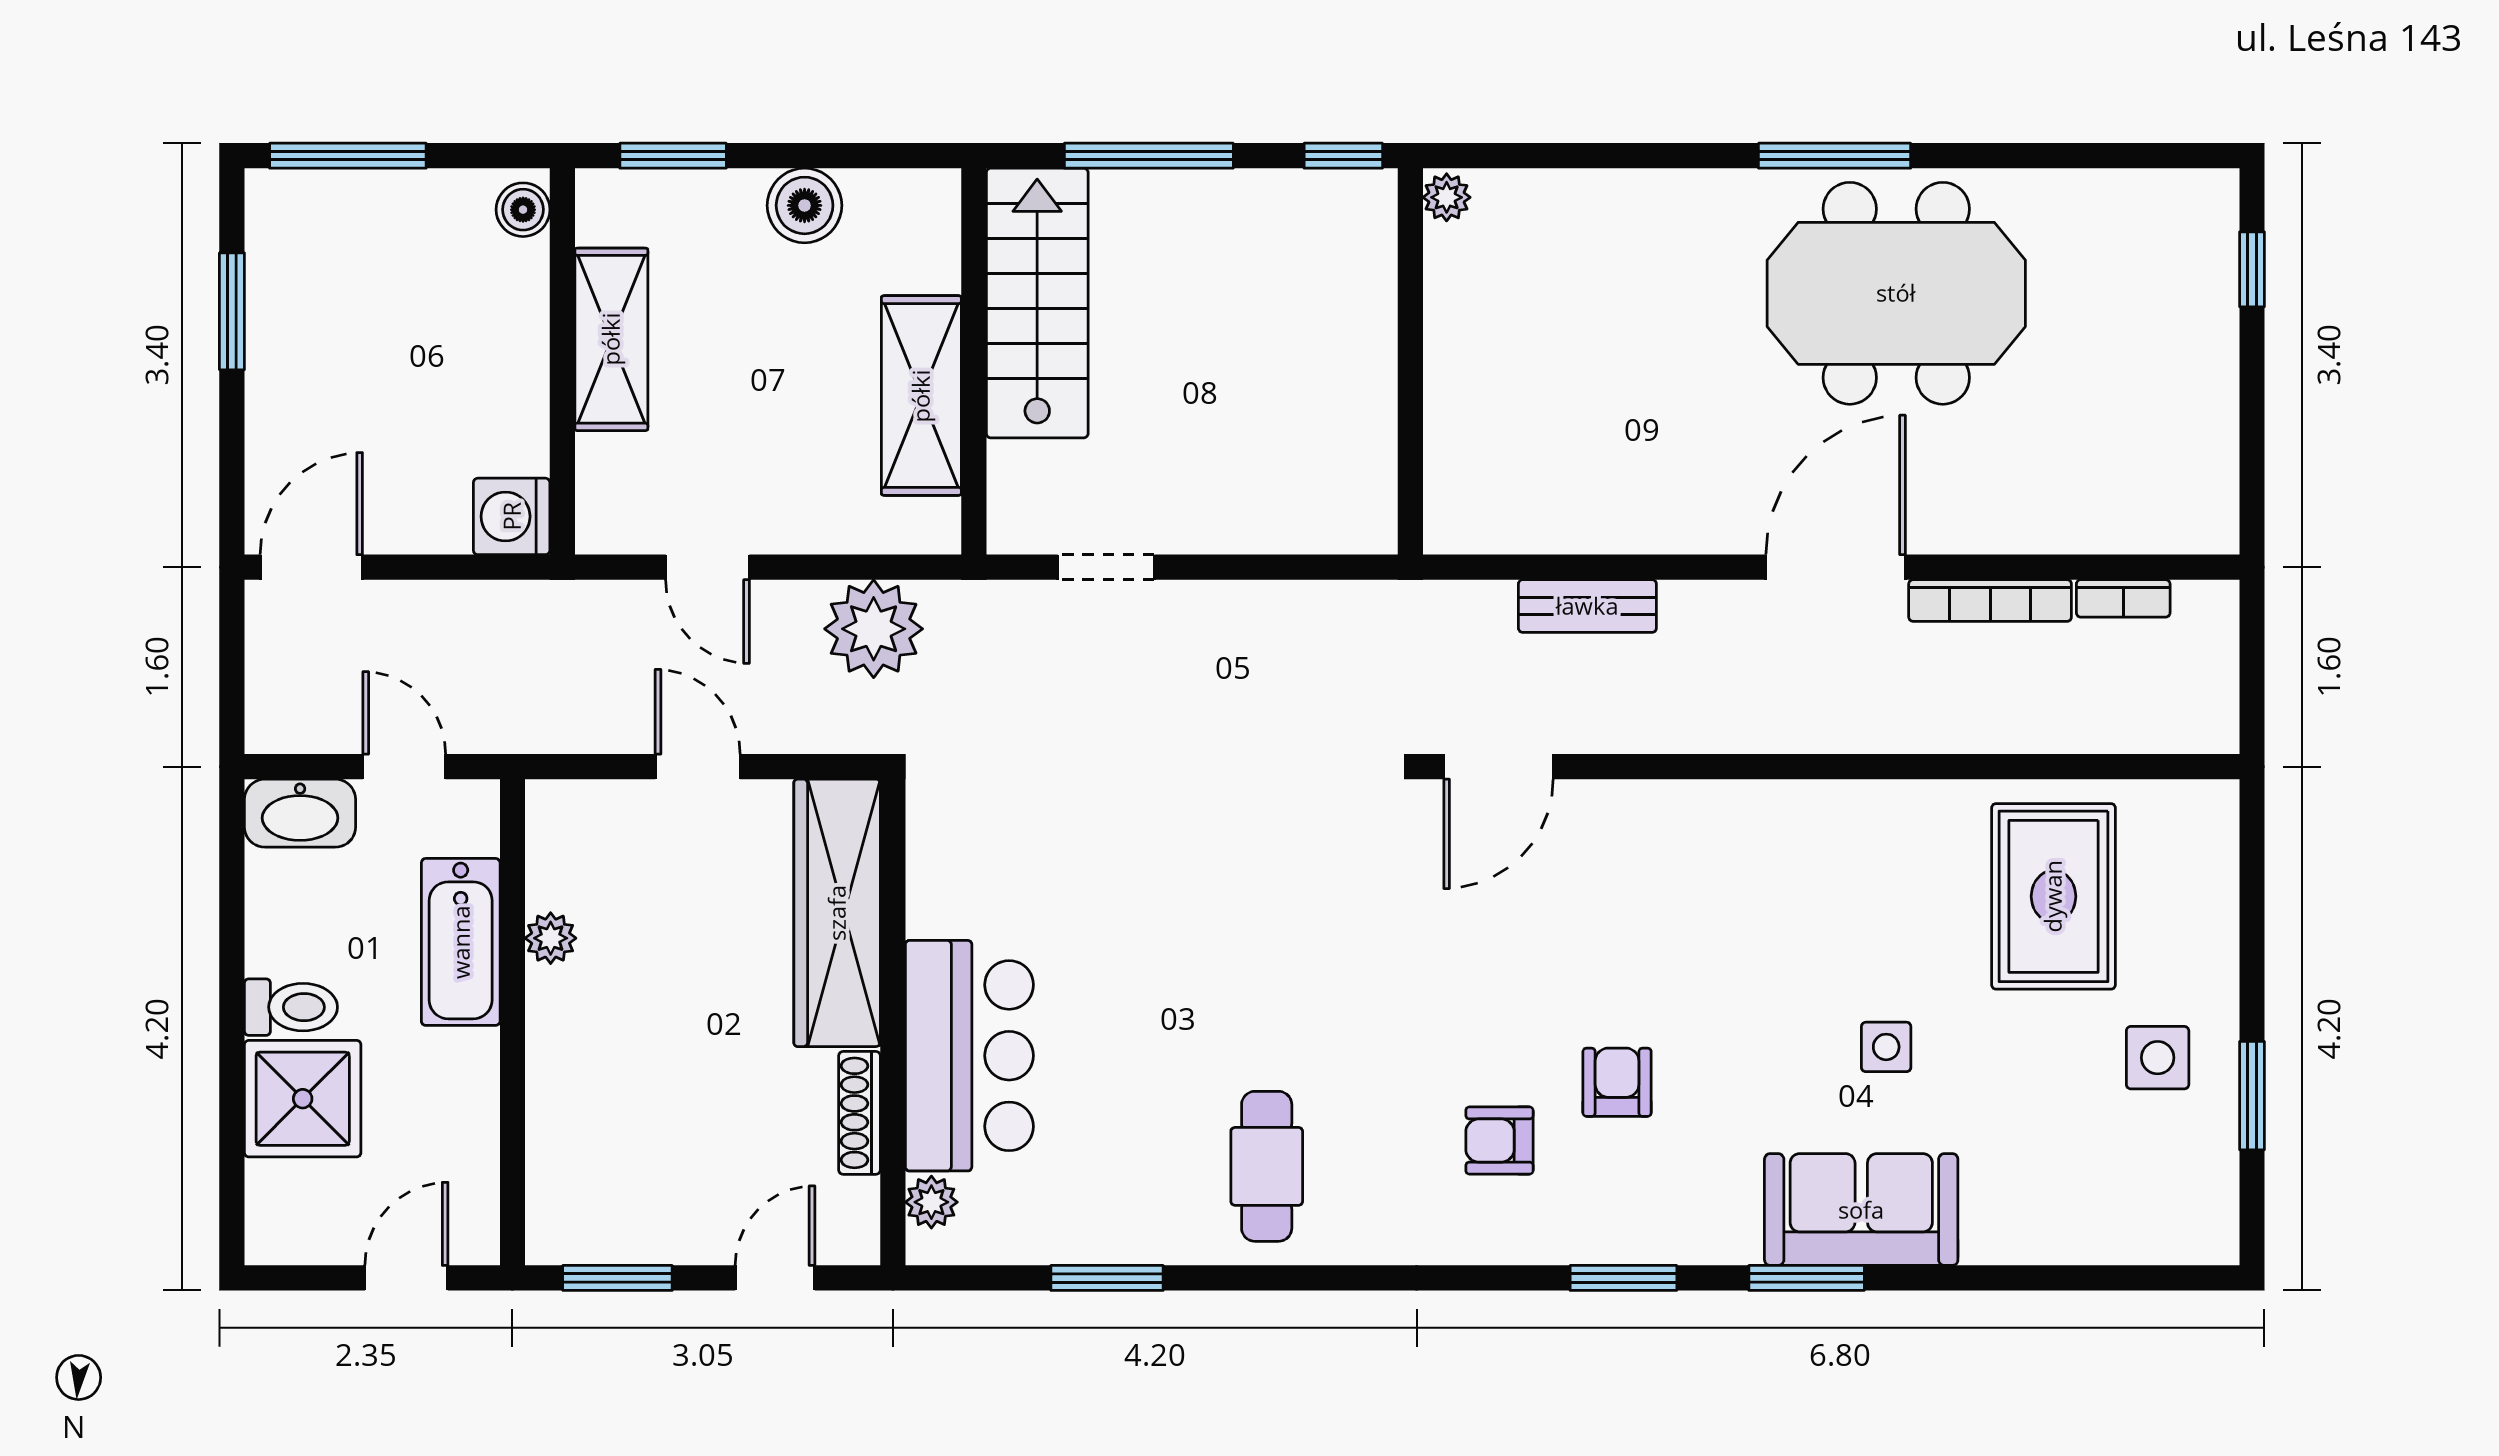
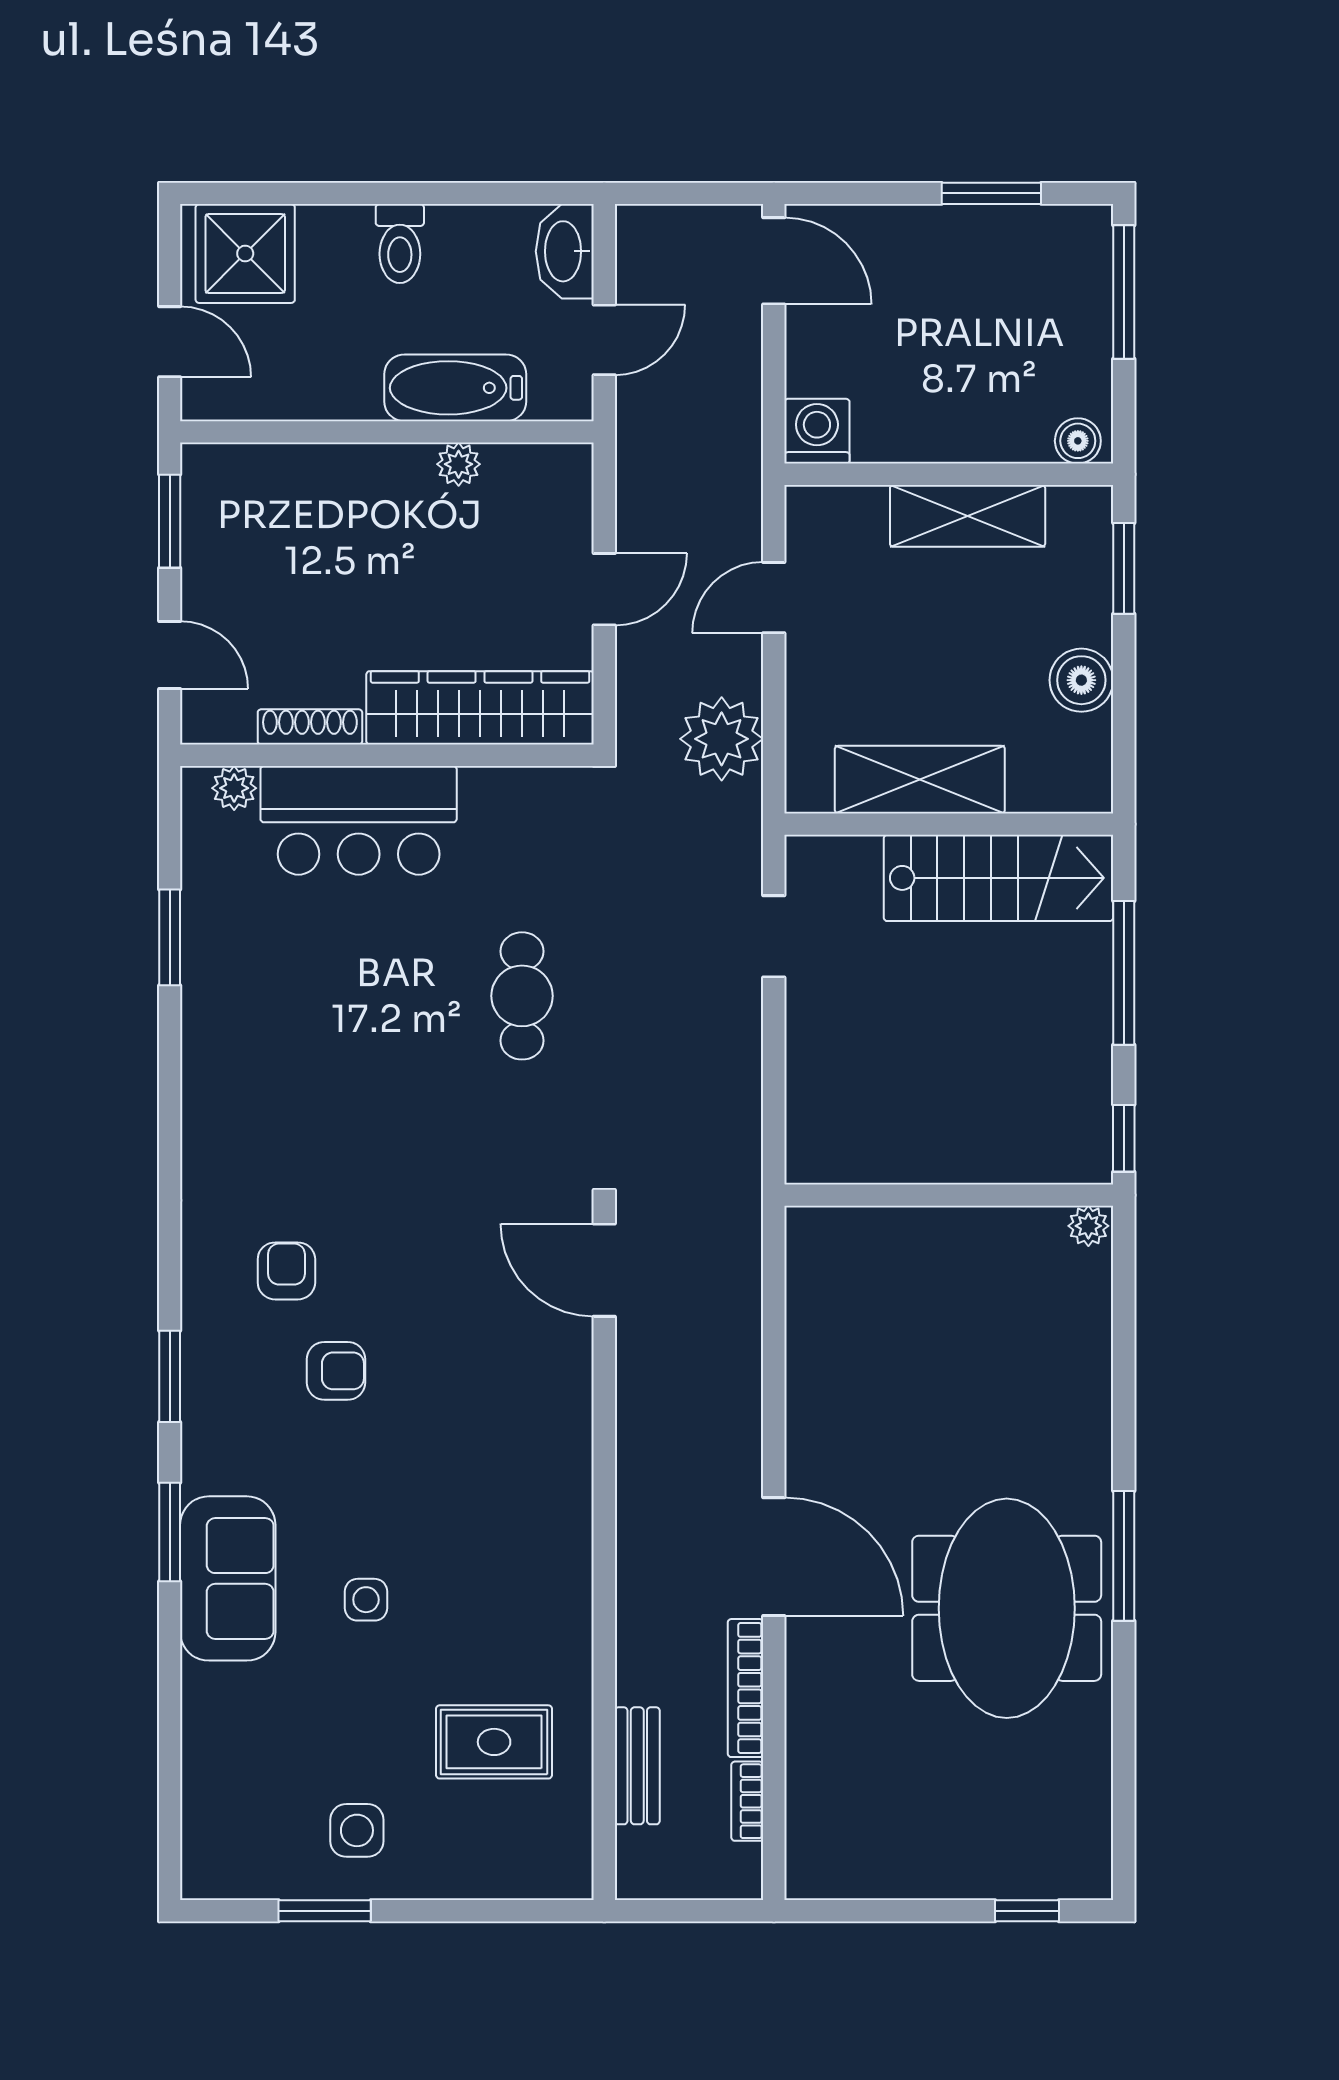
bench: (1587, 606) -> (637, 1766), moved
rug: (2053, 896) -> (494, 1742), width x0.73, depth x0.70
shower: (303, 1099) -> (245, 254), moved
cafe table: (1267, 1166) -> (522, 996), moved, turned 90

